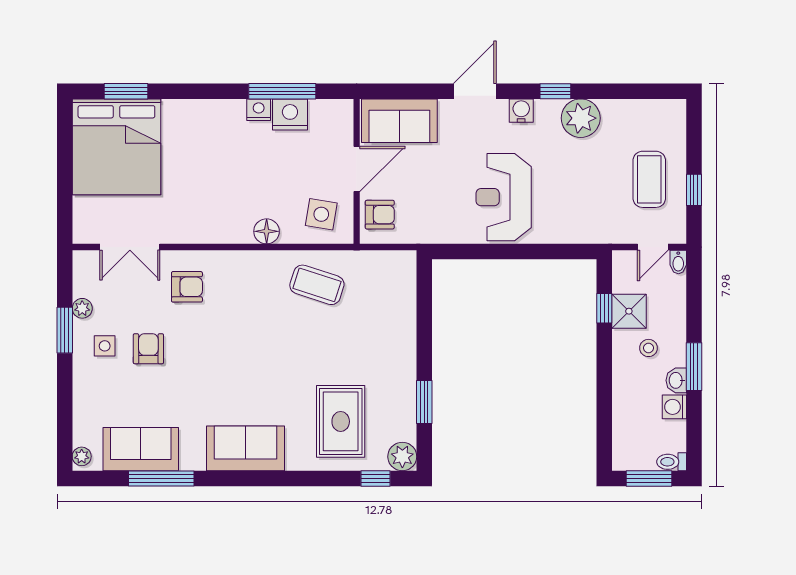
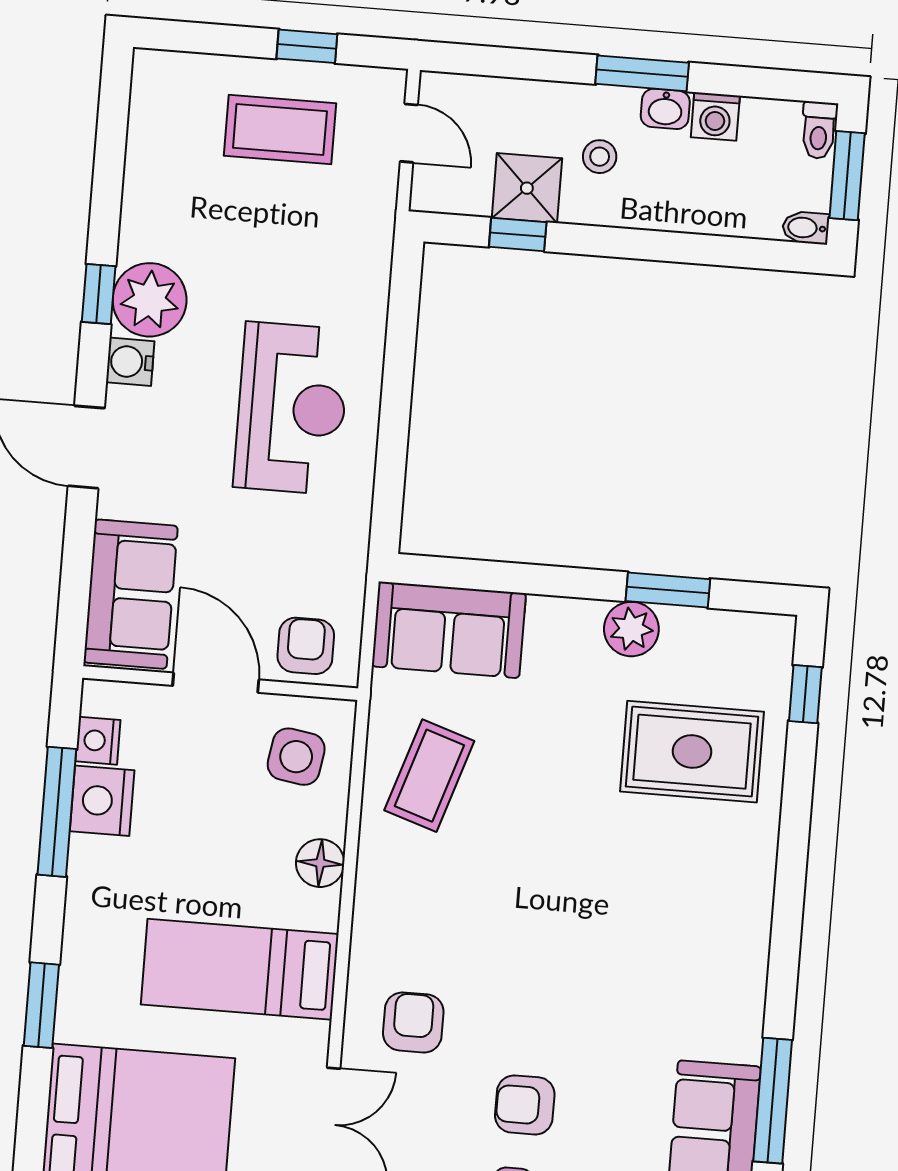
window: (126, 91) -> (41, 1005), moved
nightstand: (259, 110) -> (98, 741), moved
plant: (581, 118) -> (150, 300), moved
bed: (207, 194) -> (240, 969), added
reception desk: (504, 197) -> (292, 408), turned -90
bidet: (678, 262) -> (806, 228), moved, turned 180
sofa: (246, 448) -> (449, 630), moved, turned -90
plant: (402, 457) -> (631, 629), moved

